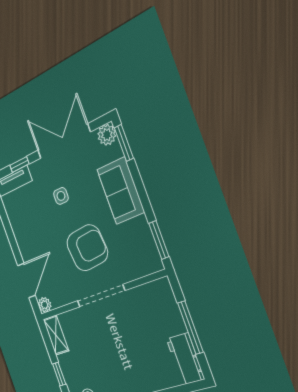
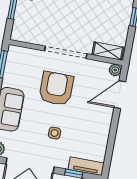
armchair: (87, 248) -> (56, 89), turned 96
shelving: (56, 335) -> (108, 51), moved, turned 90

